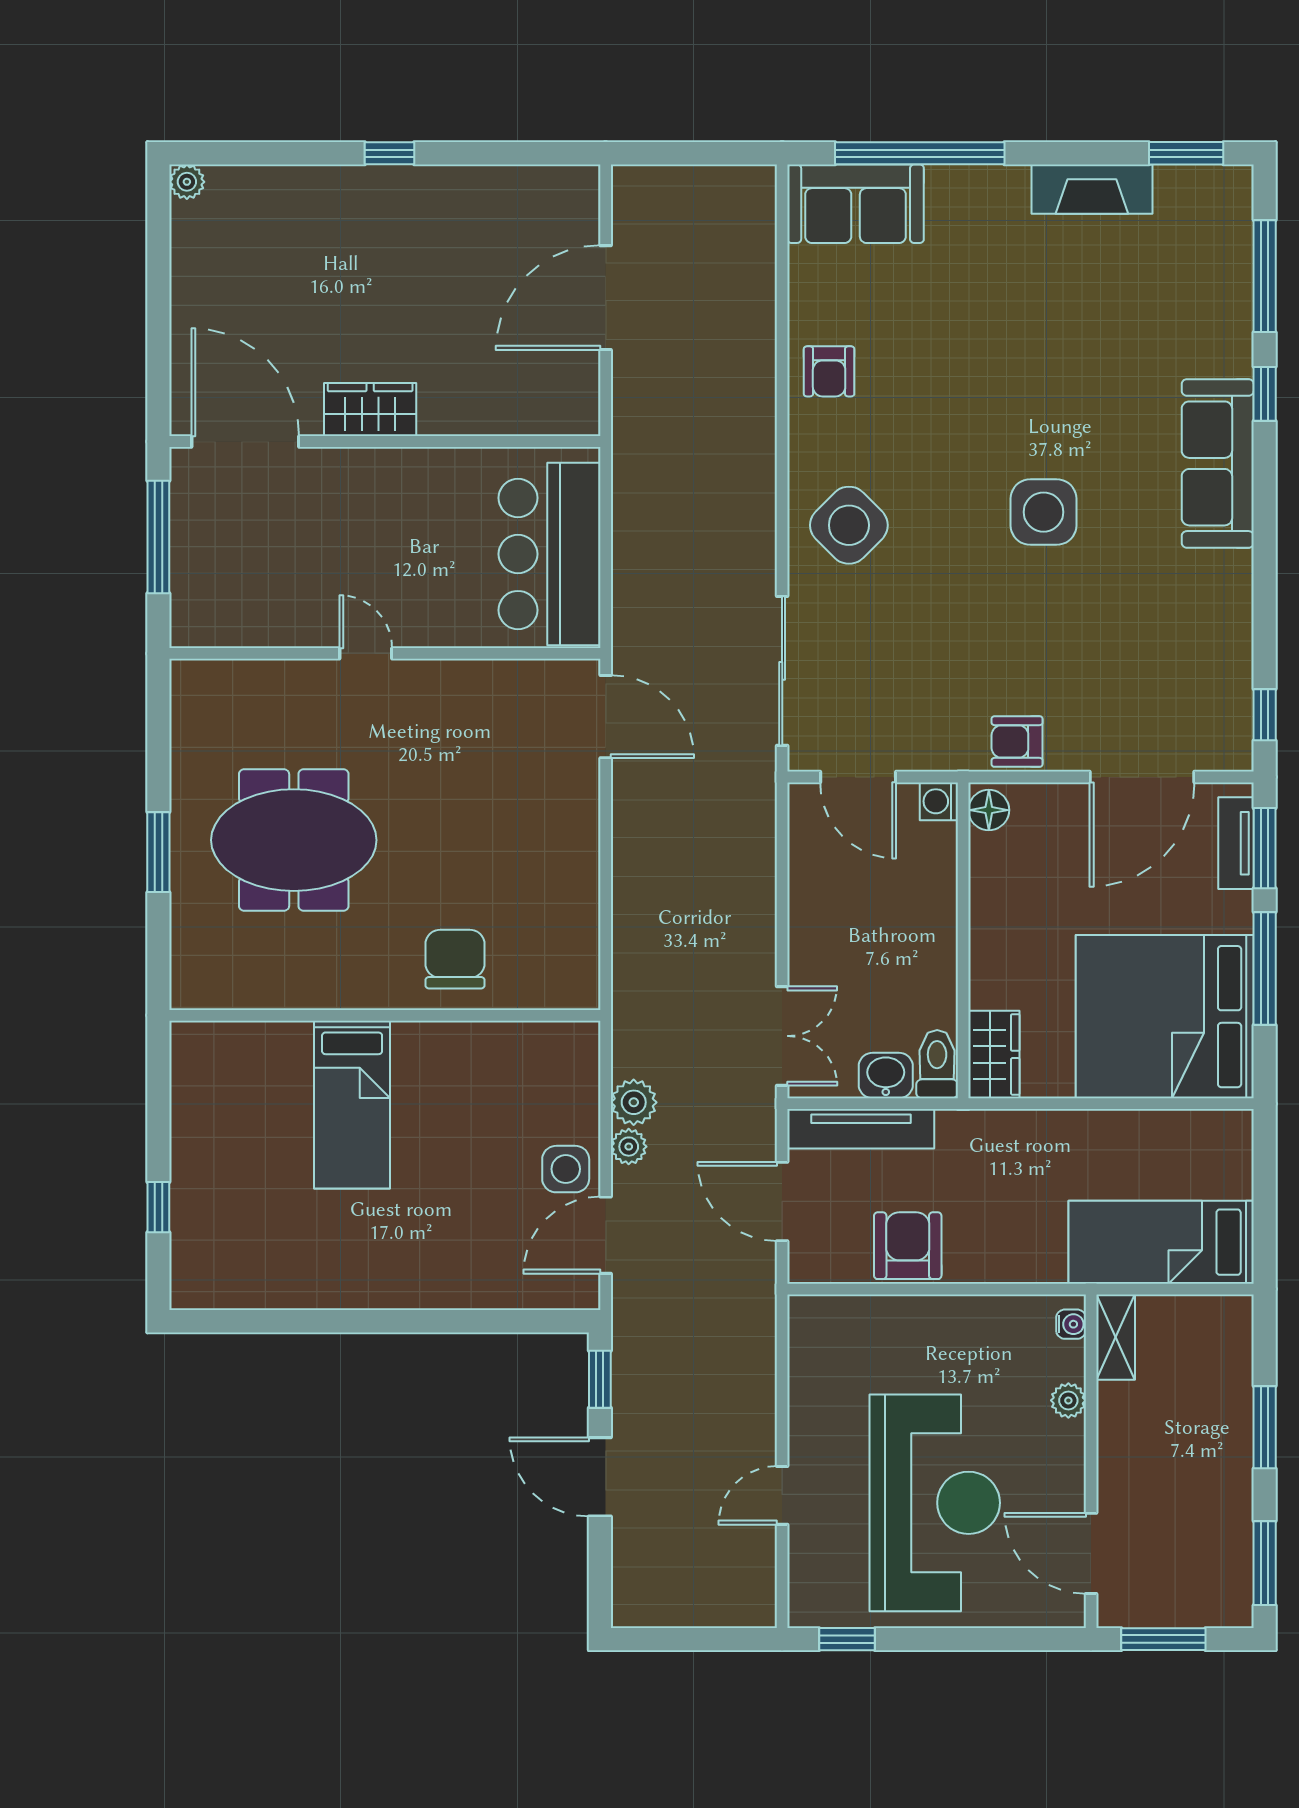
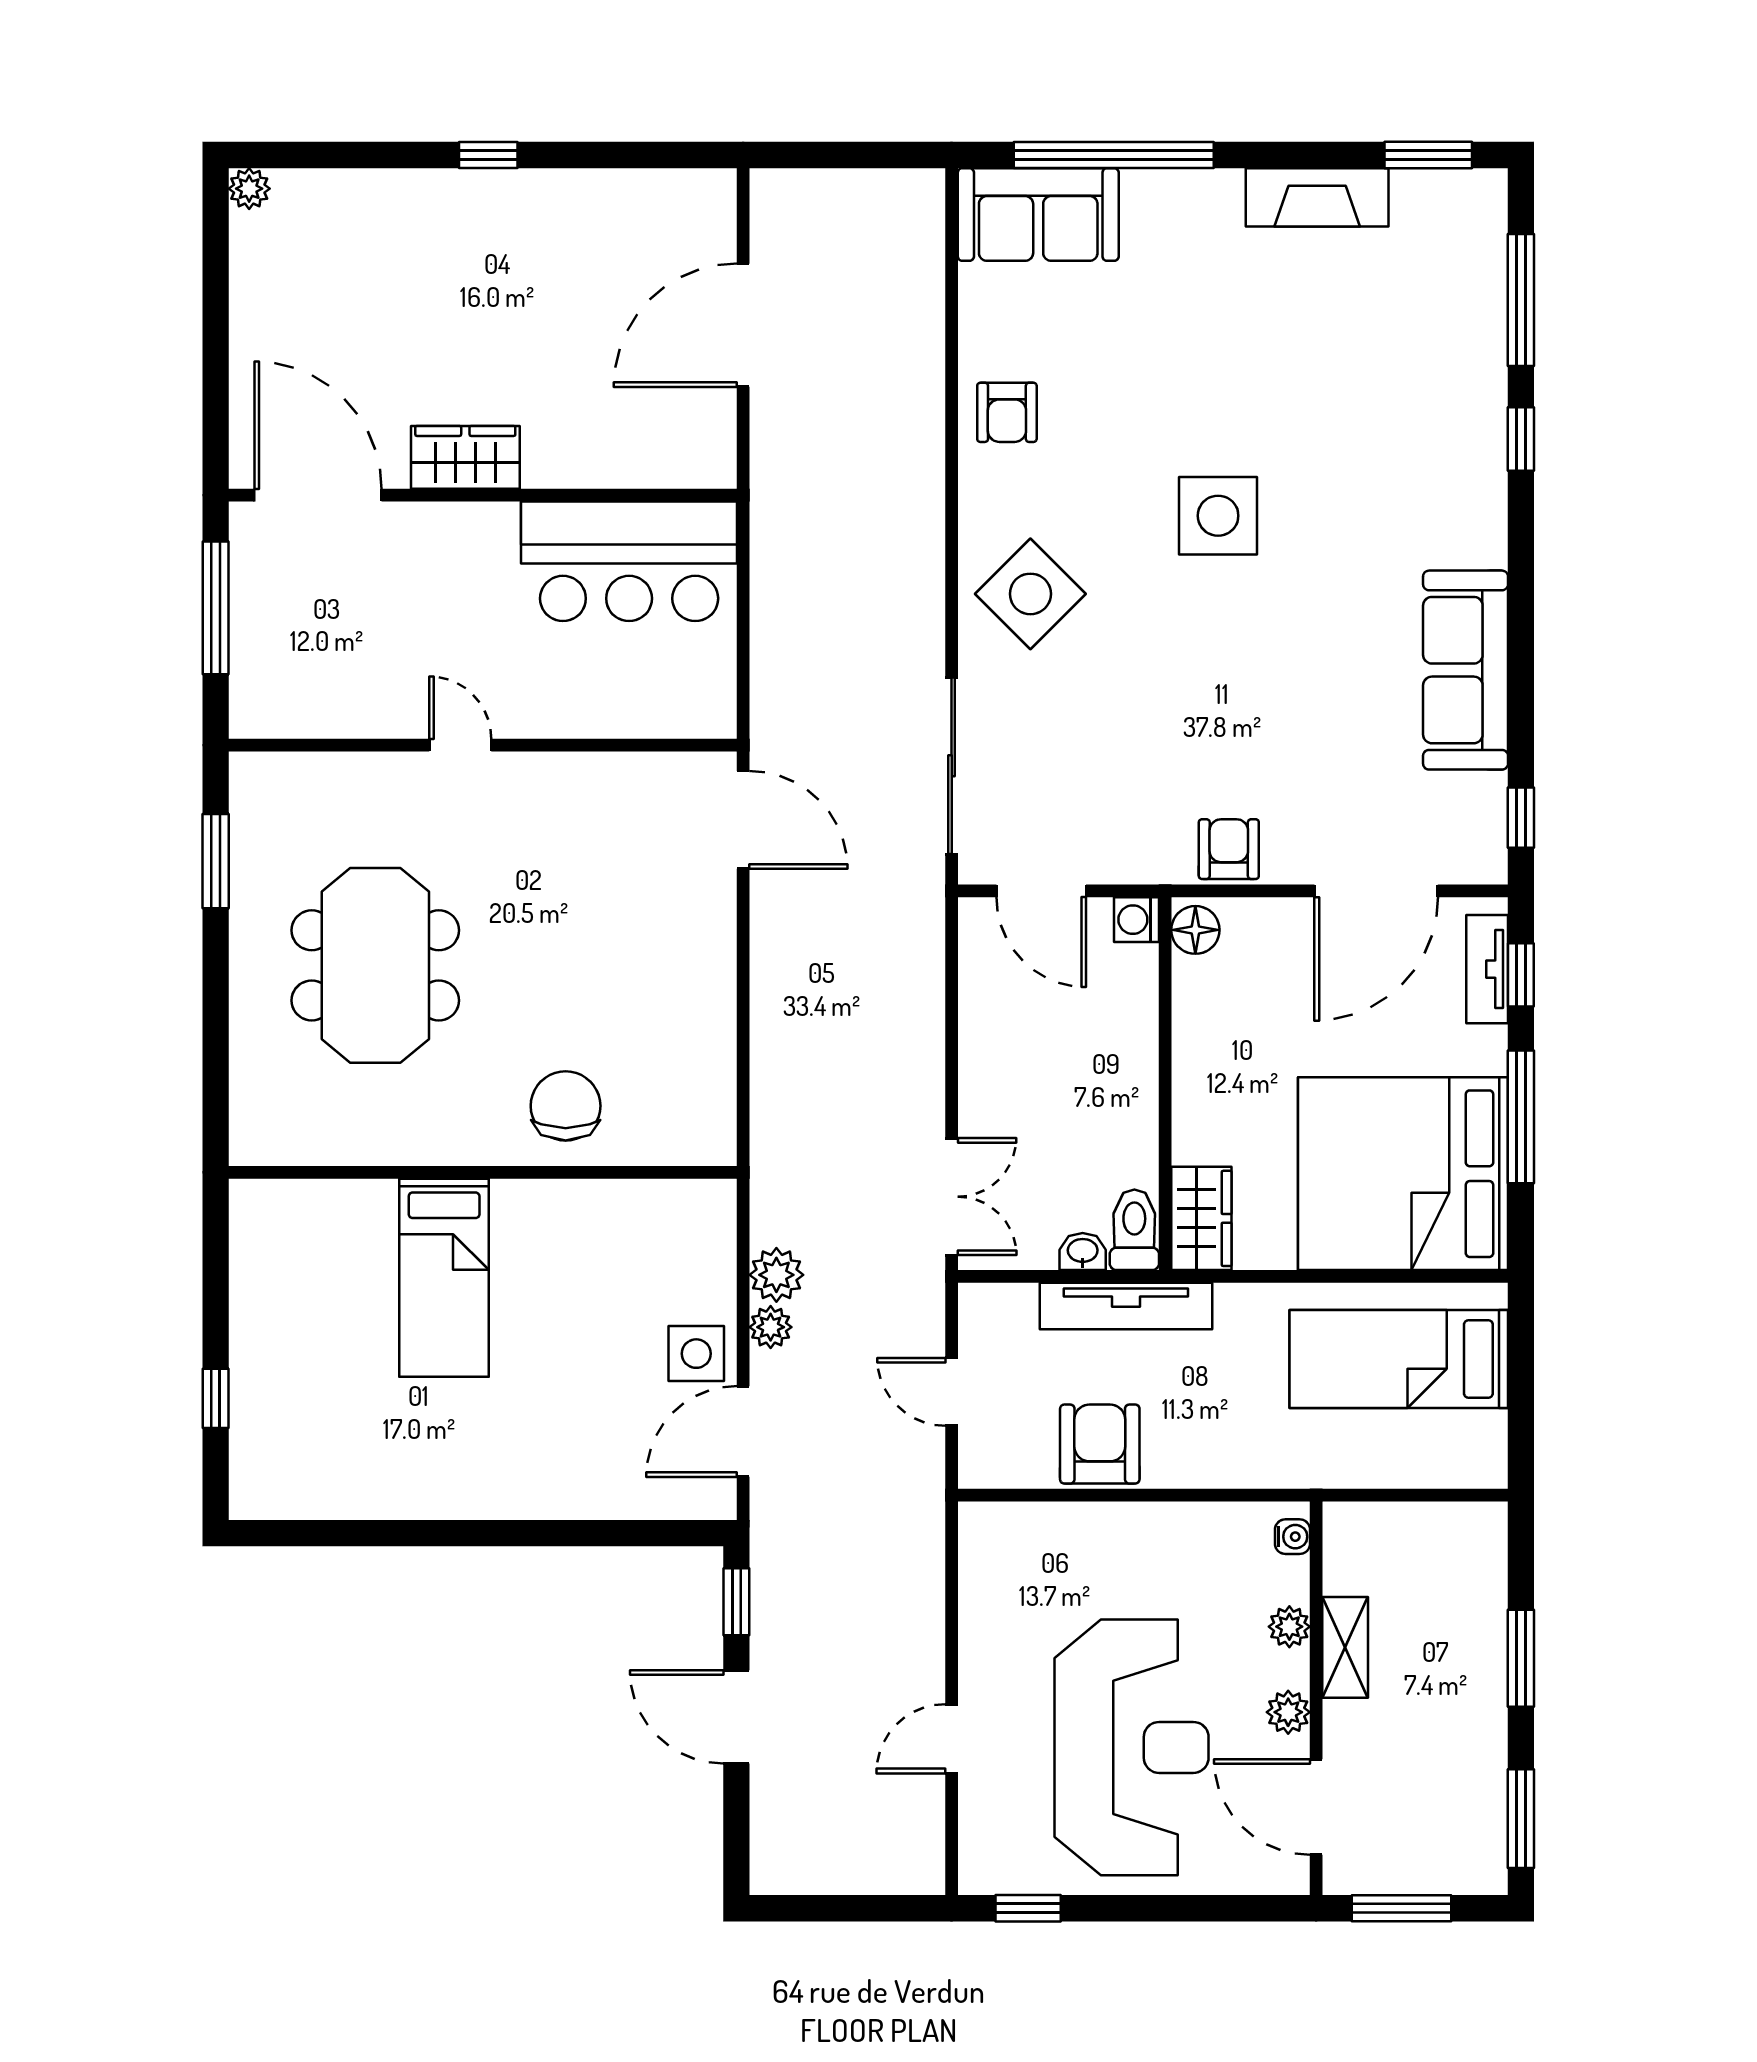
sofa: (1218, 463) -> (1466, 670), moved
side table: (1043, 512) -> (1218, 516), moved
bar counter: (549, 554) -> (629, 561), moved, turned -90
armchair: (1017, 742) -> (1229, 849), turned 90
meeting table: (294, 840) -> (375, 965), turned 90
window: (1265, 848) -> (1521, 975), width x0.67
window: (158, 852) -> (216, 861), moved
washbasin: (886, 1076) -> (1083, 1252), width x0.72, depth x0.69
tv unit: (861, 1129) -> (1126, 1306), moved
door: (782, 1202) -> (952, 1392), width x0.73
bed: (1161, 1242) -> (1399, 1359), moved
shelving: (1116, 1337) -> (1345, 1647), moved
plant: (1067, 1473) -> (1288, 1712), added

